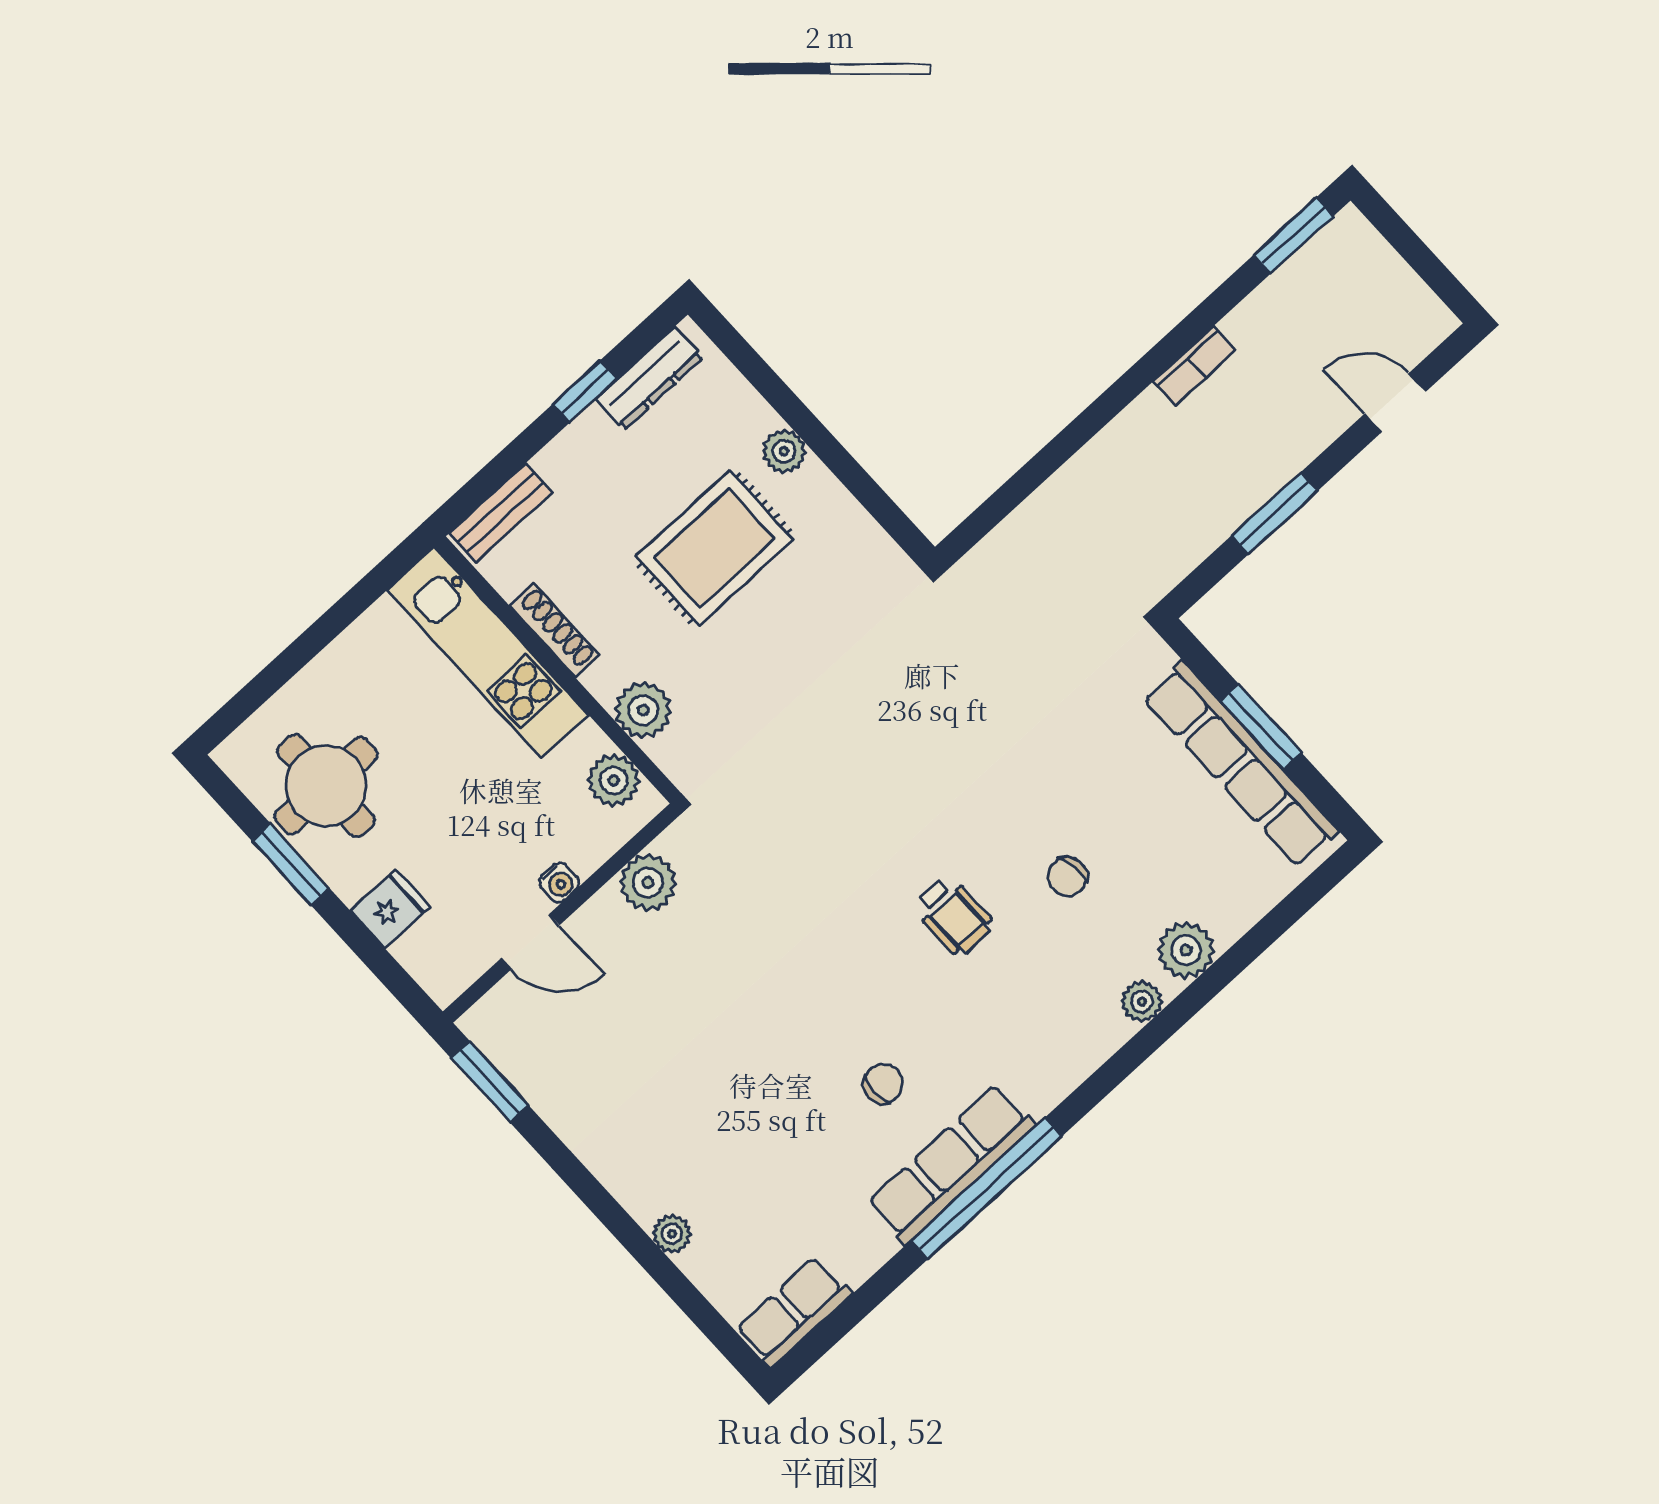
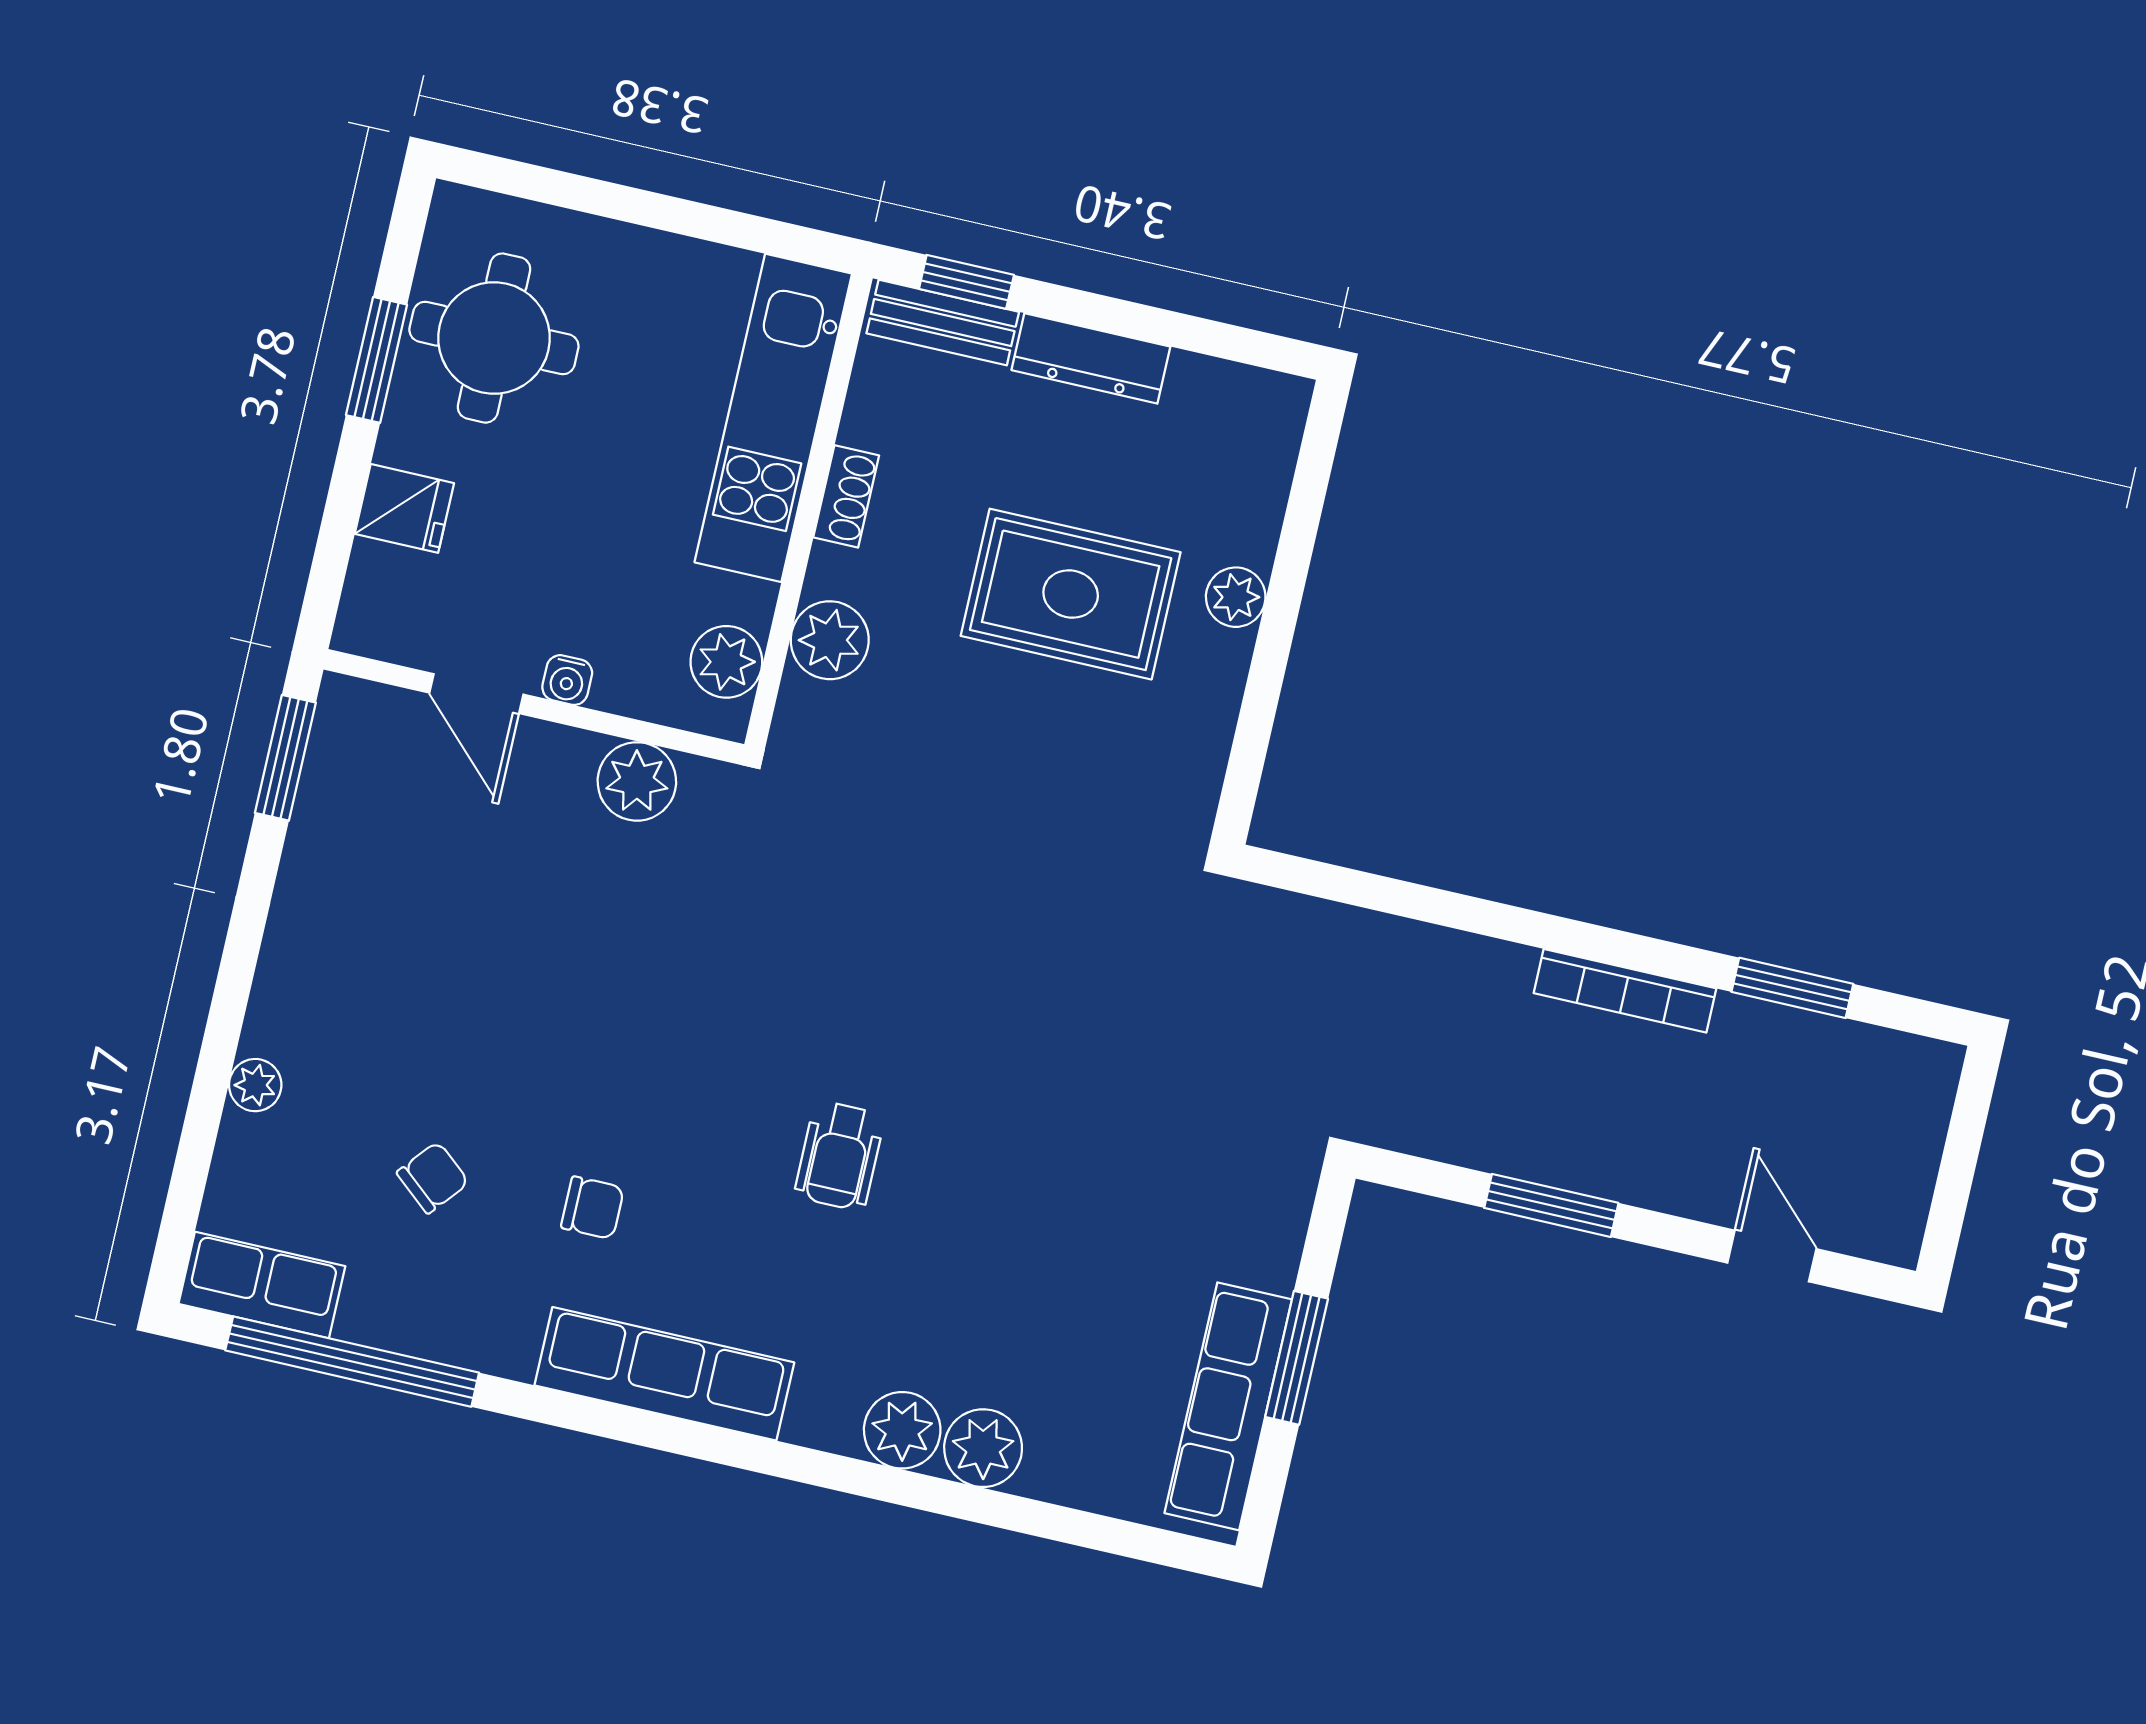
window: (1294, 235) -> (1792, 988), moved
bookcase: (1194, 366) -> (1625, 991), width x1.56
dresser: (649, 378) -> (1091, 358), moved
window: (585, 392) -> (966, 282), moved
shoe rack: (555, 631) -> (846, 496), width x0.70
row of seats: (1241, 764) -> (1228, 1406), width x0.73
chair: (1068, 877) -> (433, 1178), moved, turned 137
plant: (1142, 1002) -> (902, 1430), width x1.38, depth x1.38
row of seats: (951, 1164) -> (664, 1374), moved
window: (986, 1188) -> (352, 1362), moved

